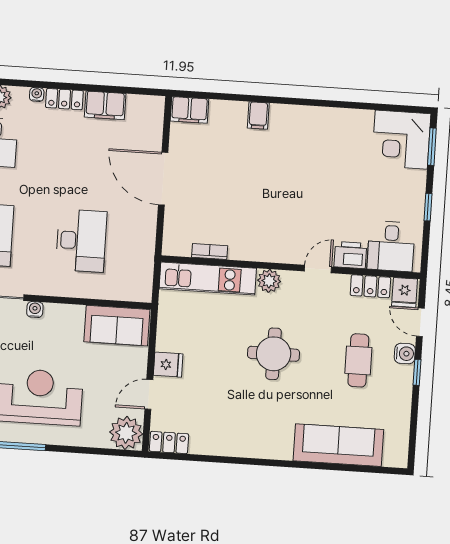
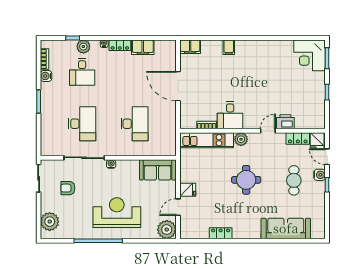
desk: (391, 246) -> (230, 115), moved
locker: (169, 442) -> (221, 233), moved

